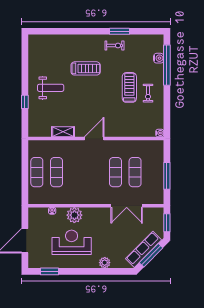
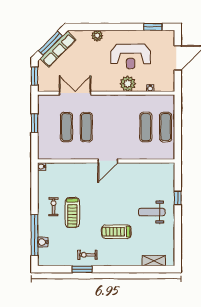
shelving: (63, 132) -> (154, 261), moved
window: (167, 176) -> (34, 123), width x0.69

